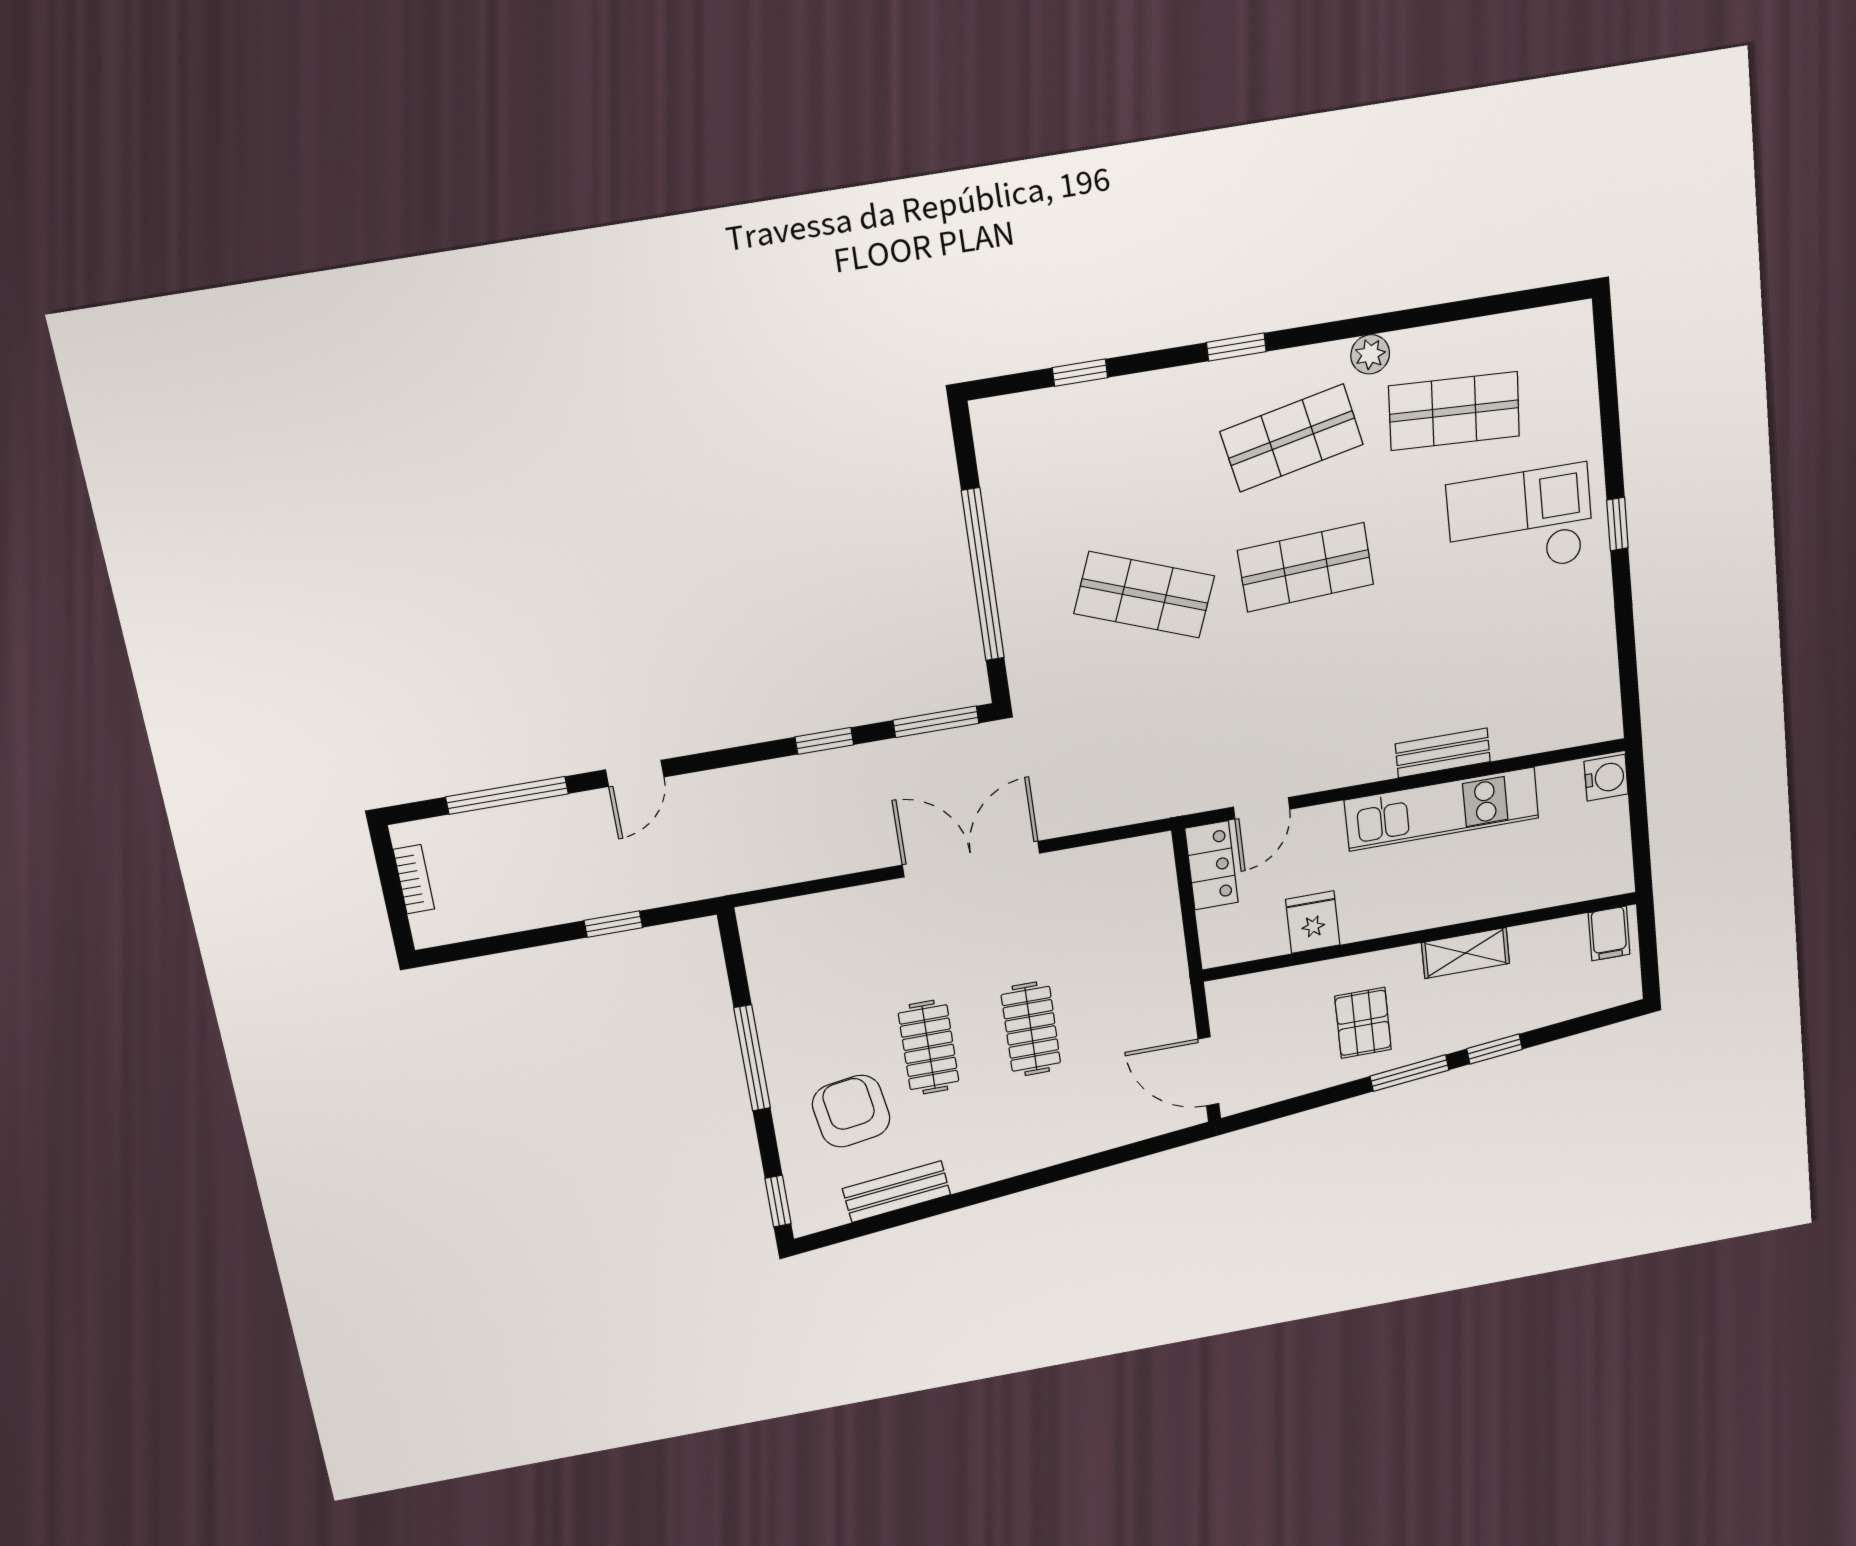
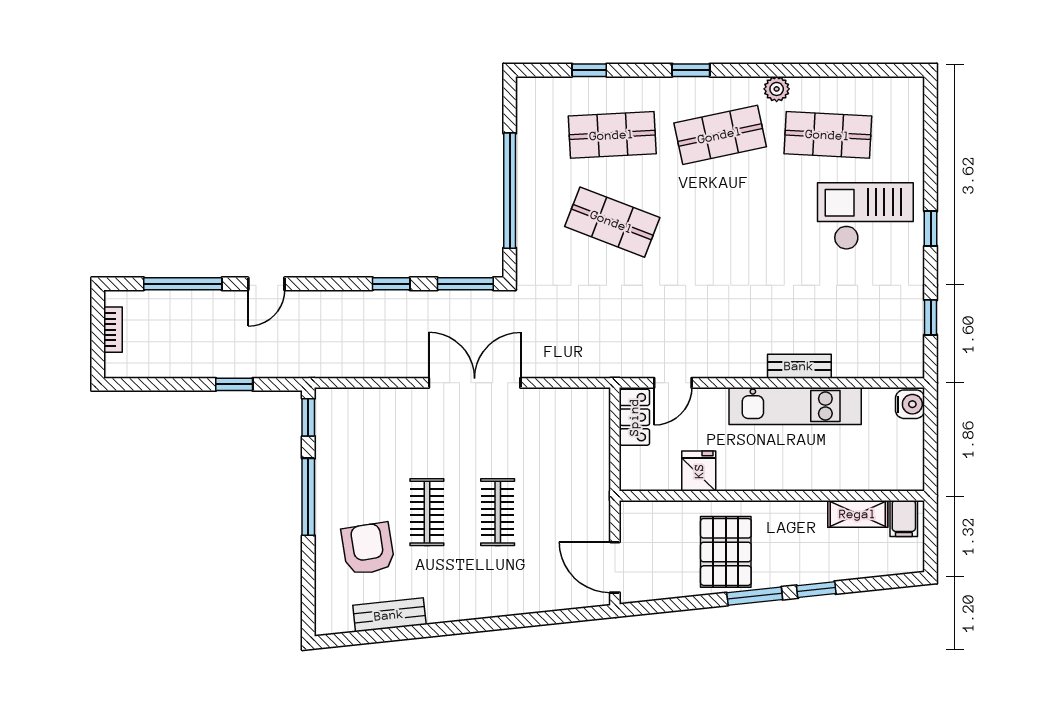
shop shelf: (1306, 567) -> (612, 135), moved
window: (1627, 651) -> (931, 317), added
shelving: (1465, 953) -> (858, 514), moved
pallet: (1363, 1023) -> (726, 552), width x1.50, depth x1.42
window: (778, 1201) -> (308, 417), moved

